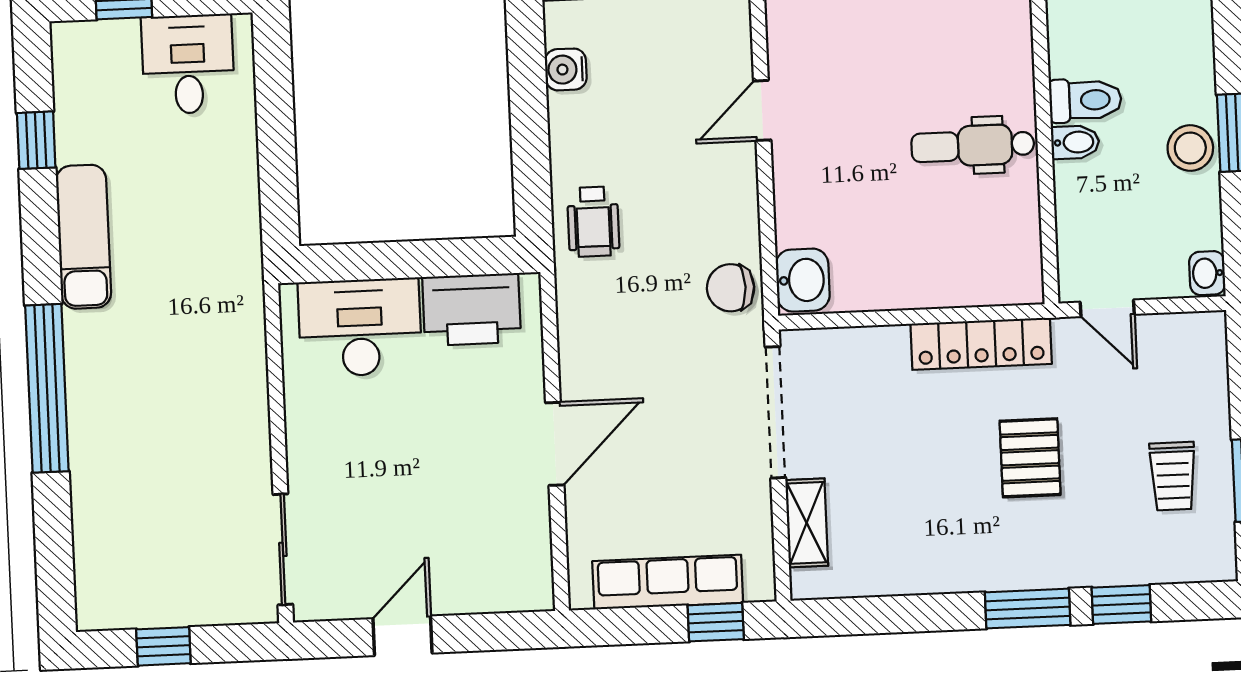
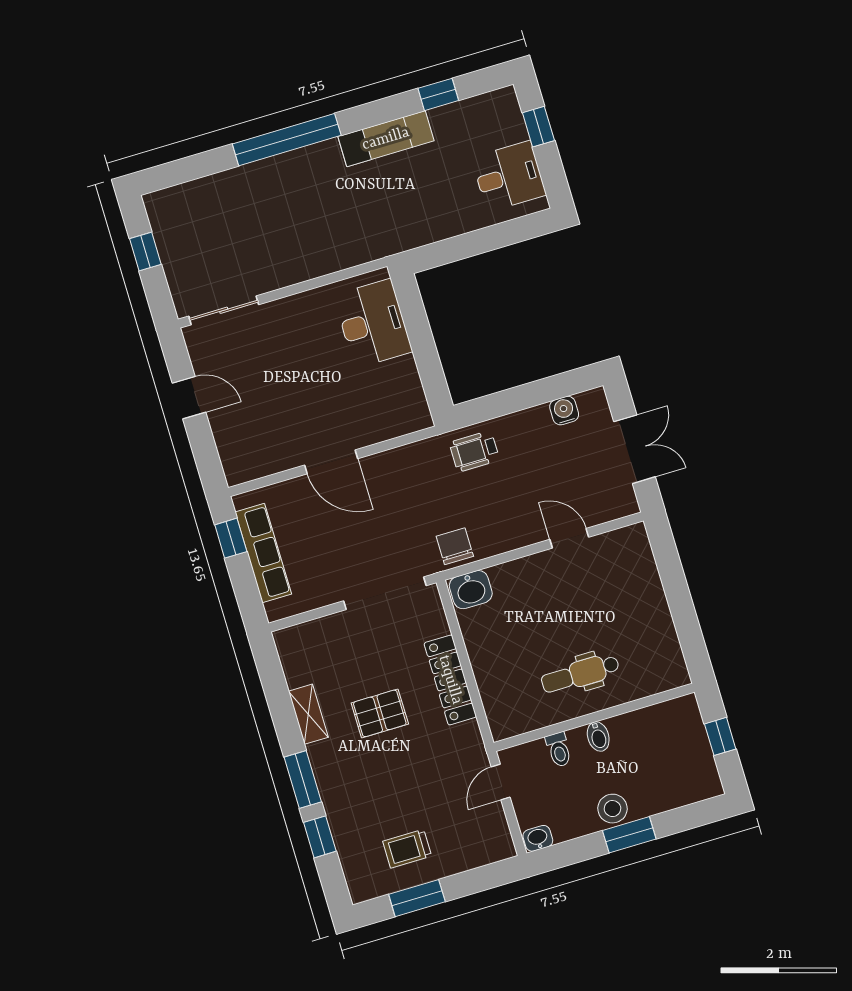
toilet: (1085, 100) -> (559, 750), moved, width x0.73, depth x0.72
dental chair: (973, 146) -> (580, 674), turned -90
printer: (472, 309) -> (401, 390), removed
locker: (981, 344) -> (450, 680), moved
pallet: (1030, 458) -> (380, 713), moved
shelving: (807, 523) -> (308, 714), moved, turned 90
window: (716, 622) -> (231, 538), moved

